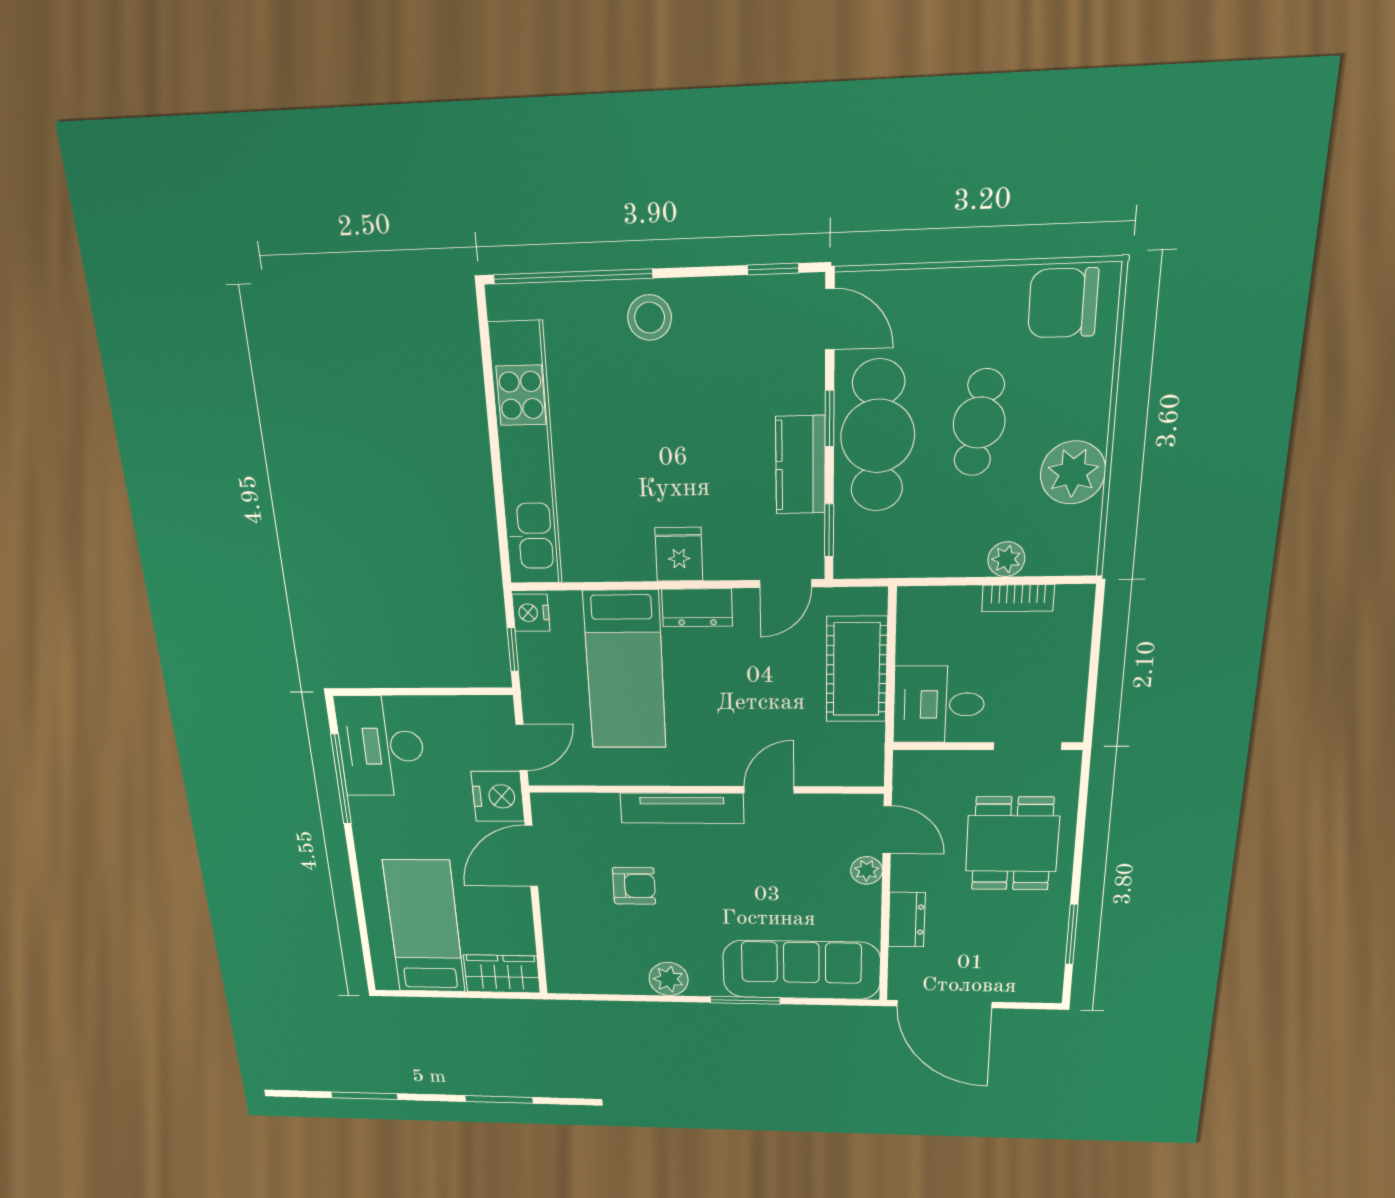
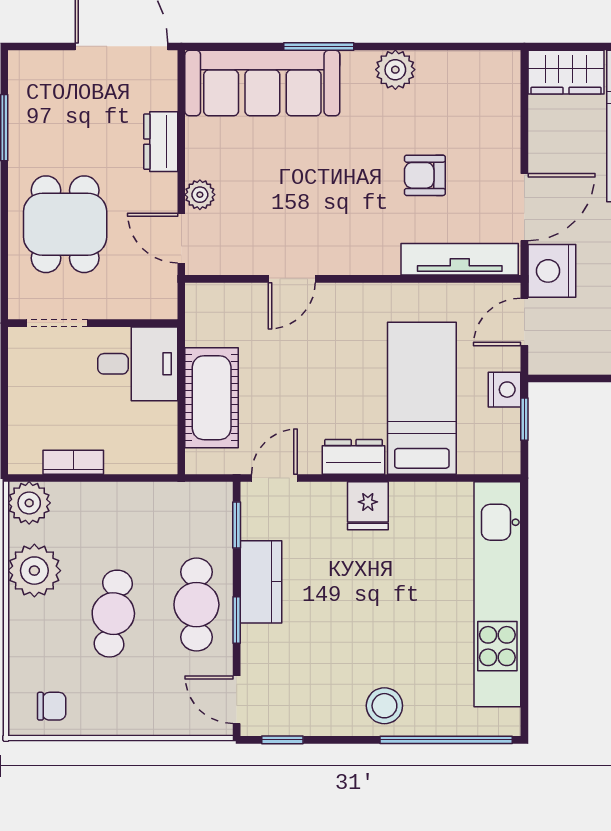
chair: (1063, 303) -> (52, 706), width x0.54, depth x0.54
cafe table: (878, 436) -> (196, 605), width x0.73, depth x0.74
plant: (1006, 559) -> (29, 503), moved, width x1.38, depth x1.38
nightstand: (531, 613) -> (505, 390), moved
tv unit: (682, 808) -> (460, 259), moved

